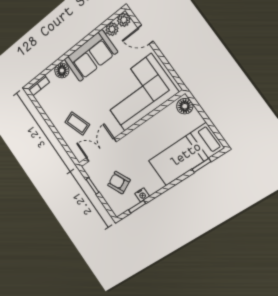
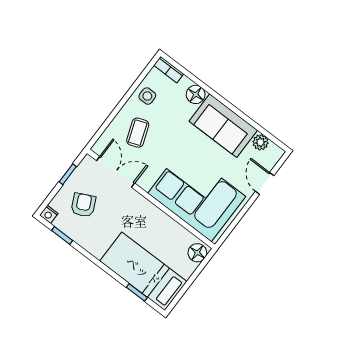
plant: (124, 20) -> (275, 153), removed
side table: (53, 108) -> (147, 96), added
nightstand: (142, 195) -> (49, 214), moved

